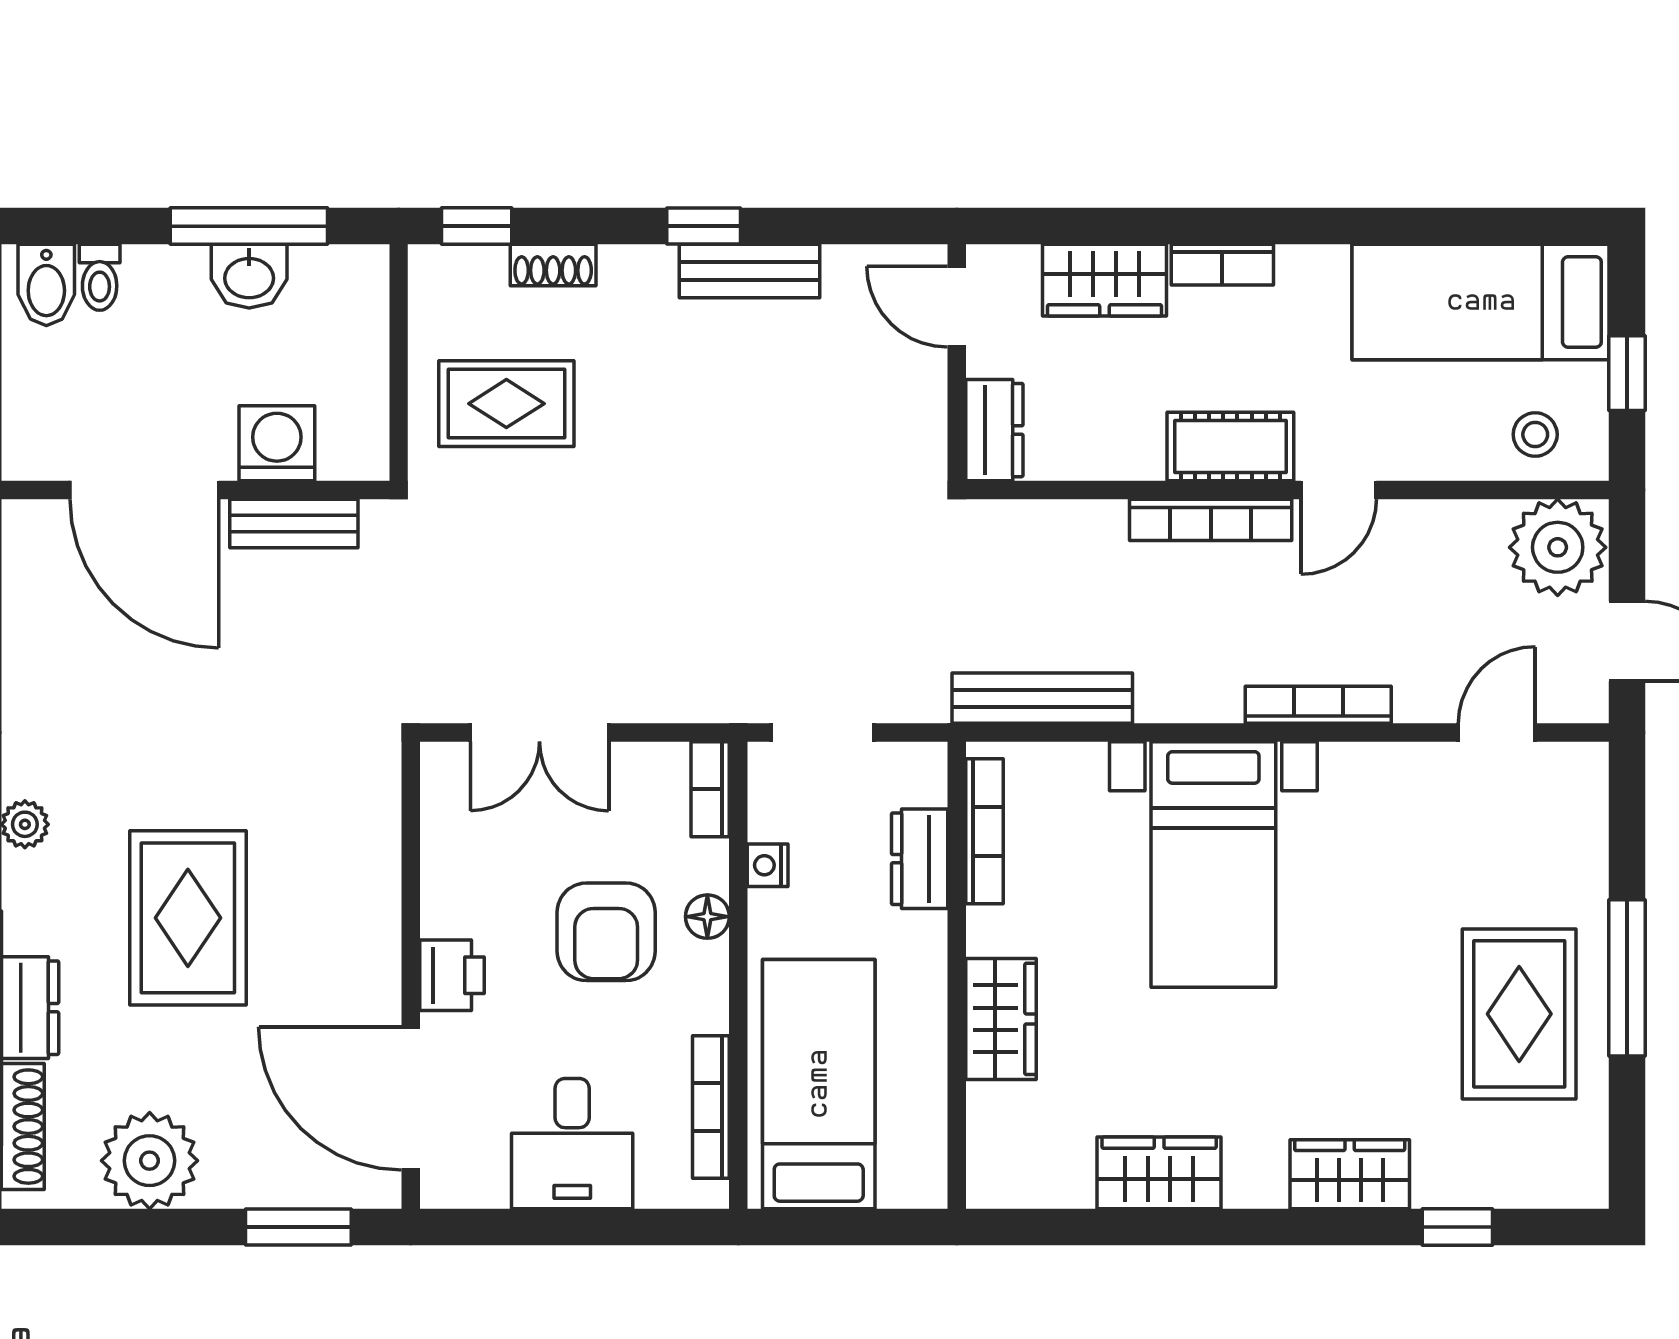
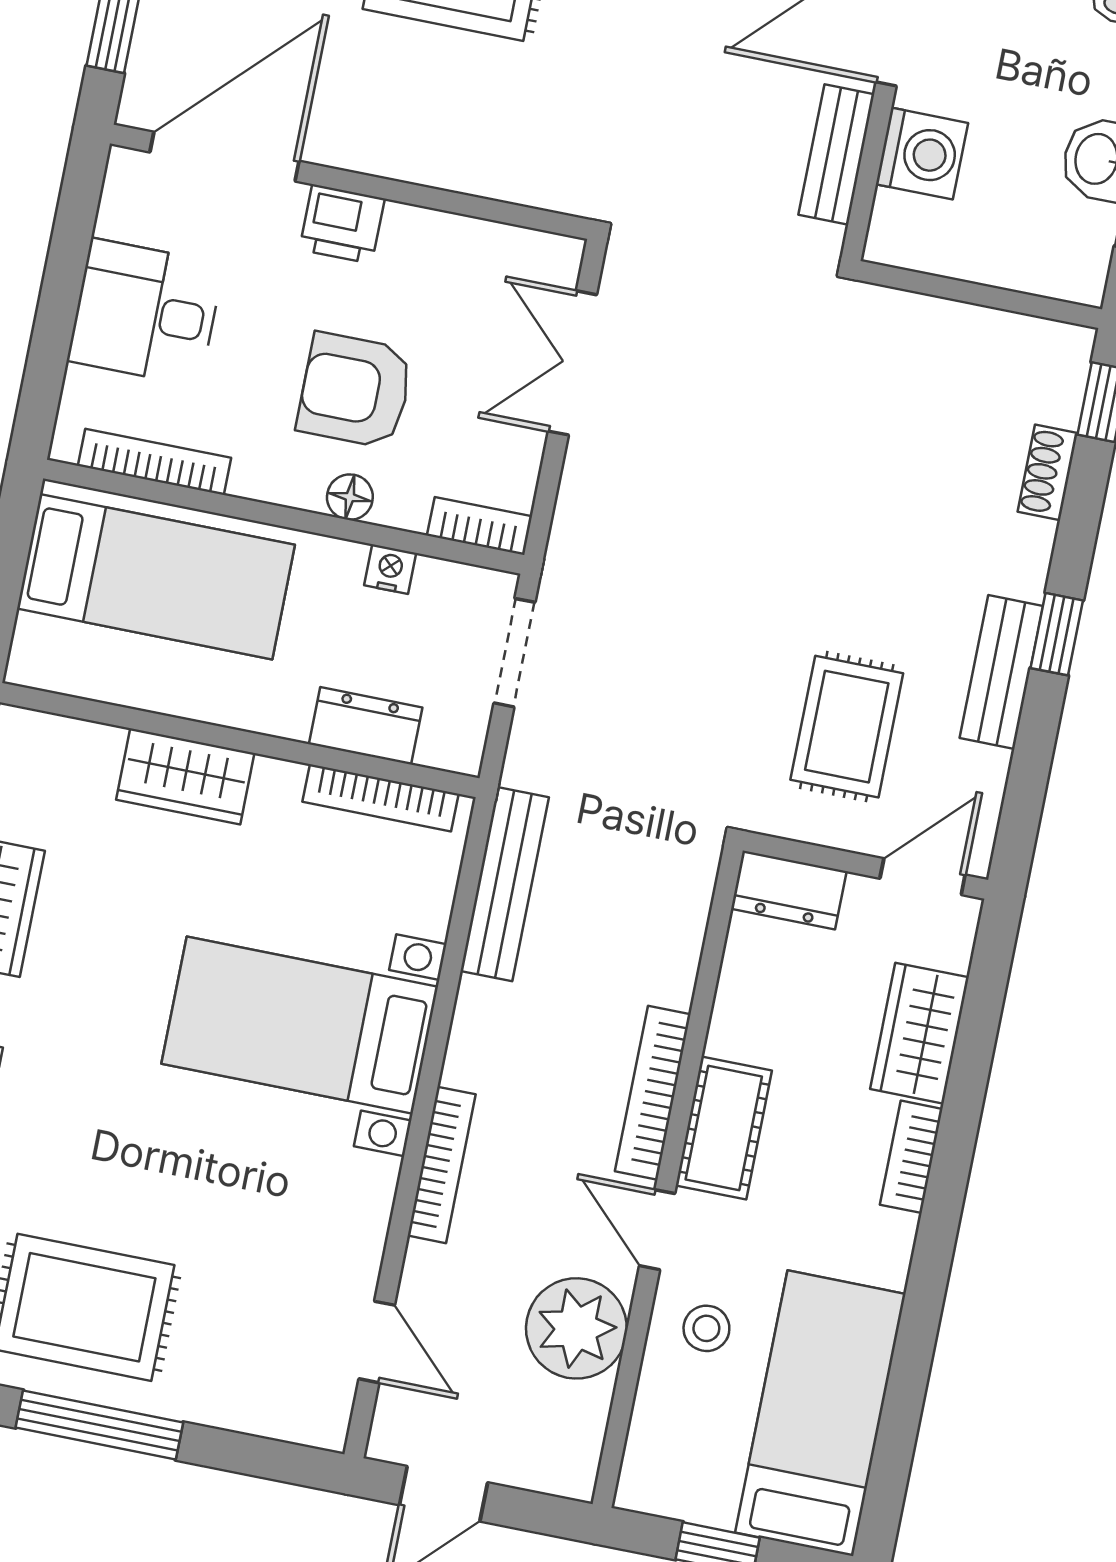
rug: (506, 404) -> (847, 727), moved
stool: (1535, 434) -> (706, 1328), moved
plant: (1558, 547) -> (576, 1328), moved

